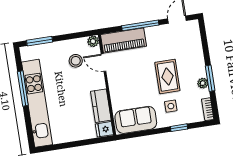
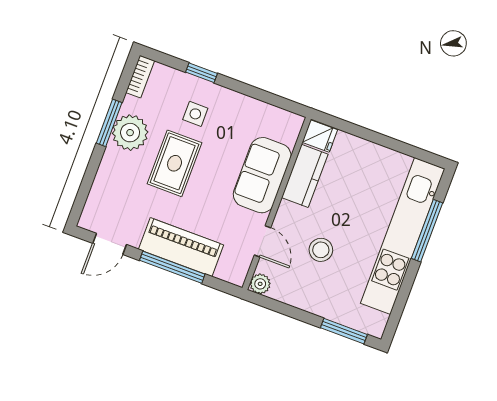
piano: (123, 40) -> (181, 247), moved
stool: (76, 61) -> (321, 250), moved
plant: (203, 83) -> (130, 133), width x1.87, depth x1.87
window: (23, 89) -> (427, 231), moved
sofa: (136, 120) -> (262, 175), moved, turned 90

